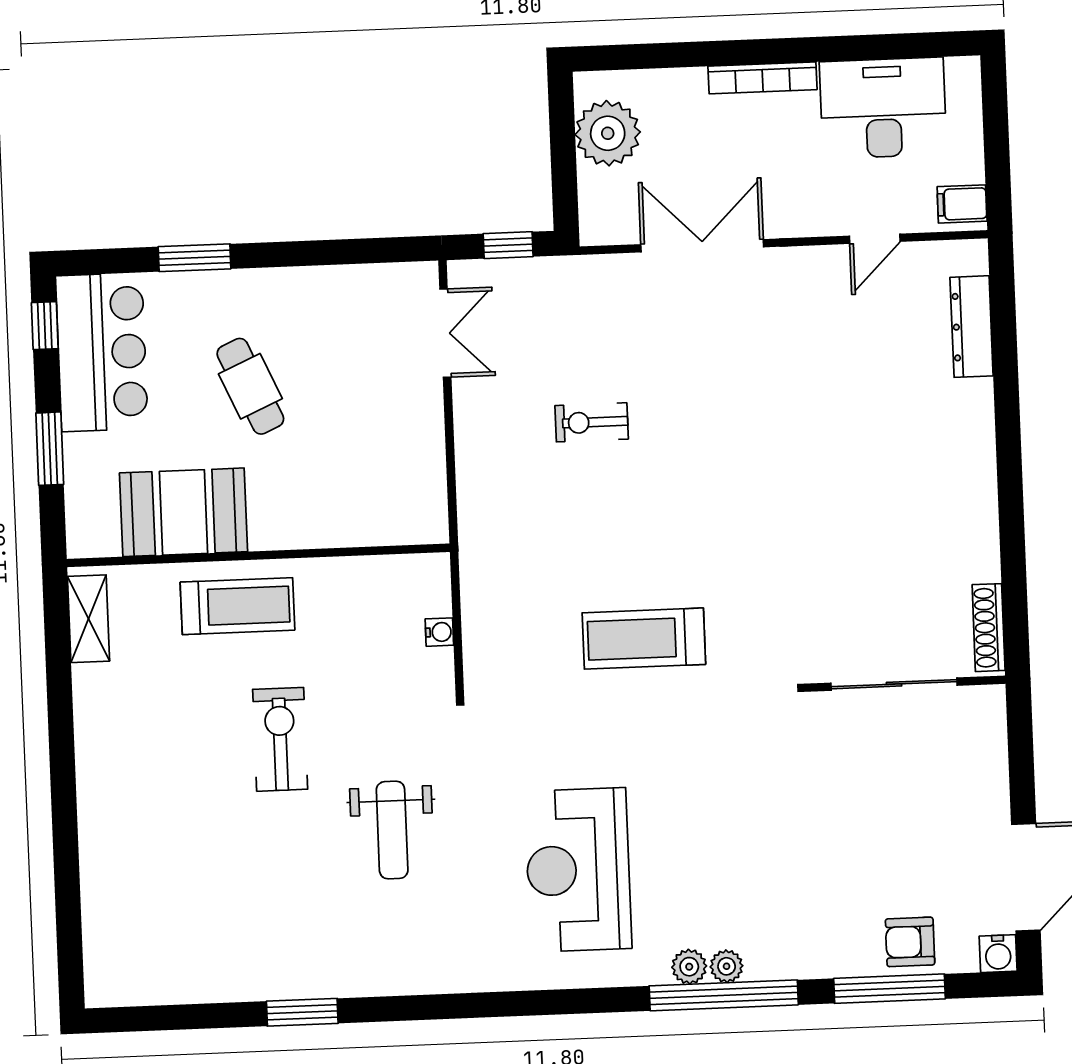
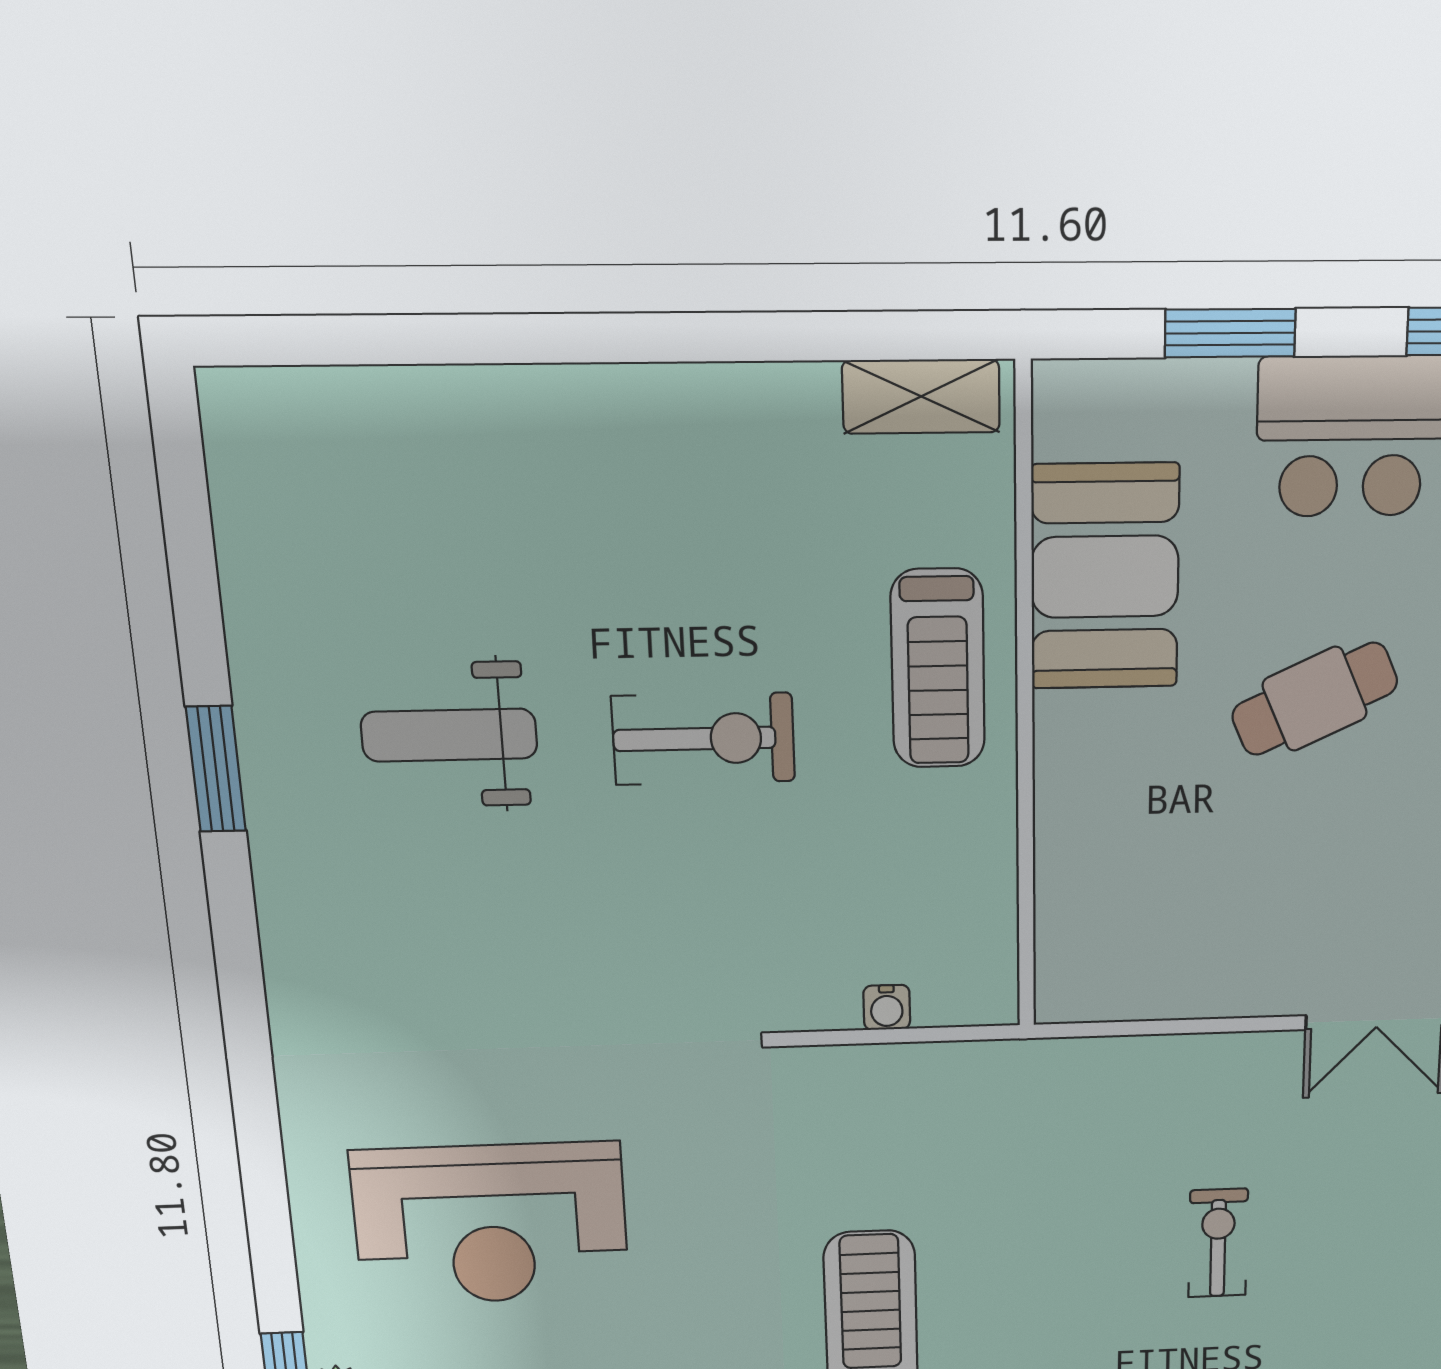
weight bench: (392, 830) -> (449, 735), moved
reception desk: (578, 870) -> (491, 1224), turned 180

